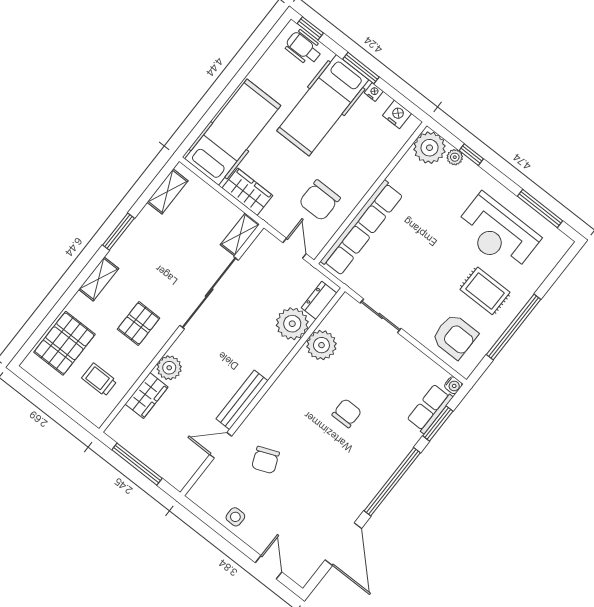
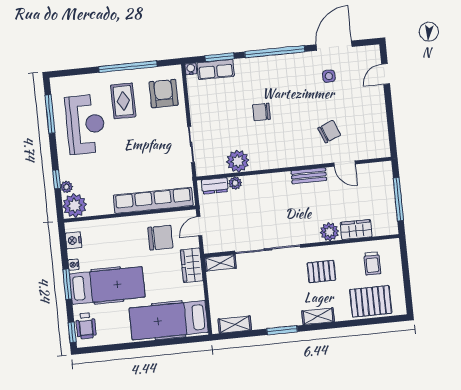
wardrobe: (247, 192) -> (192, 265), moved
plant: (292, 324) -> (235, 183), width x0.53, depth x0.53
bench: (242, 400) -> (309, 176), width x0.73
side table: (235, 517) -> (329, 76), moved

